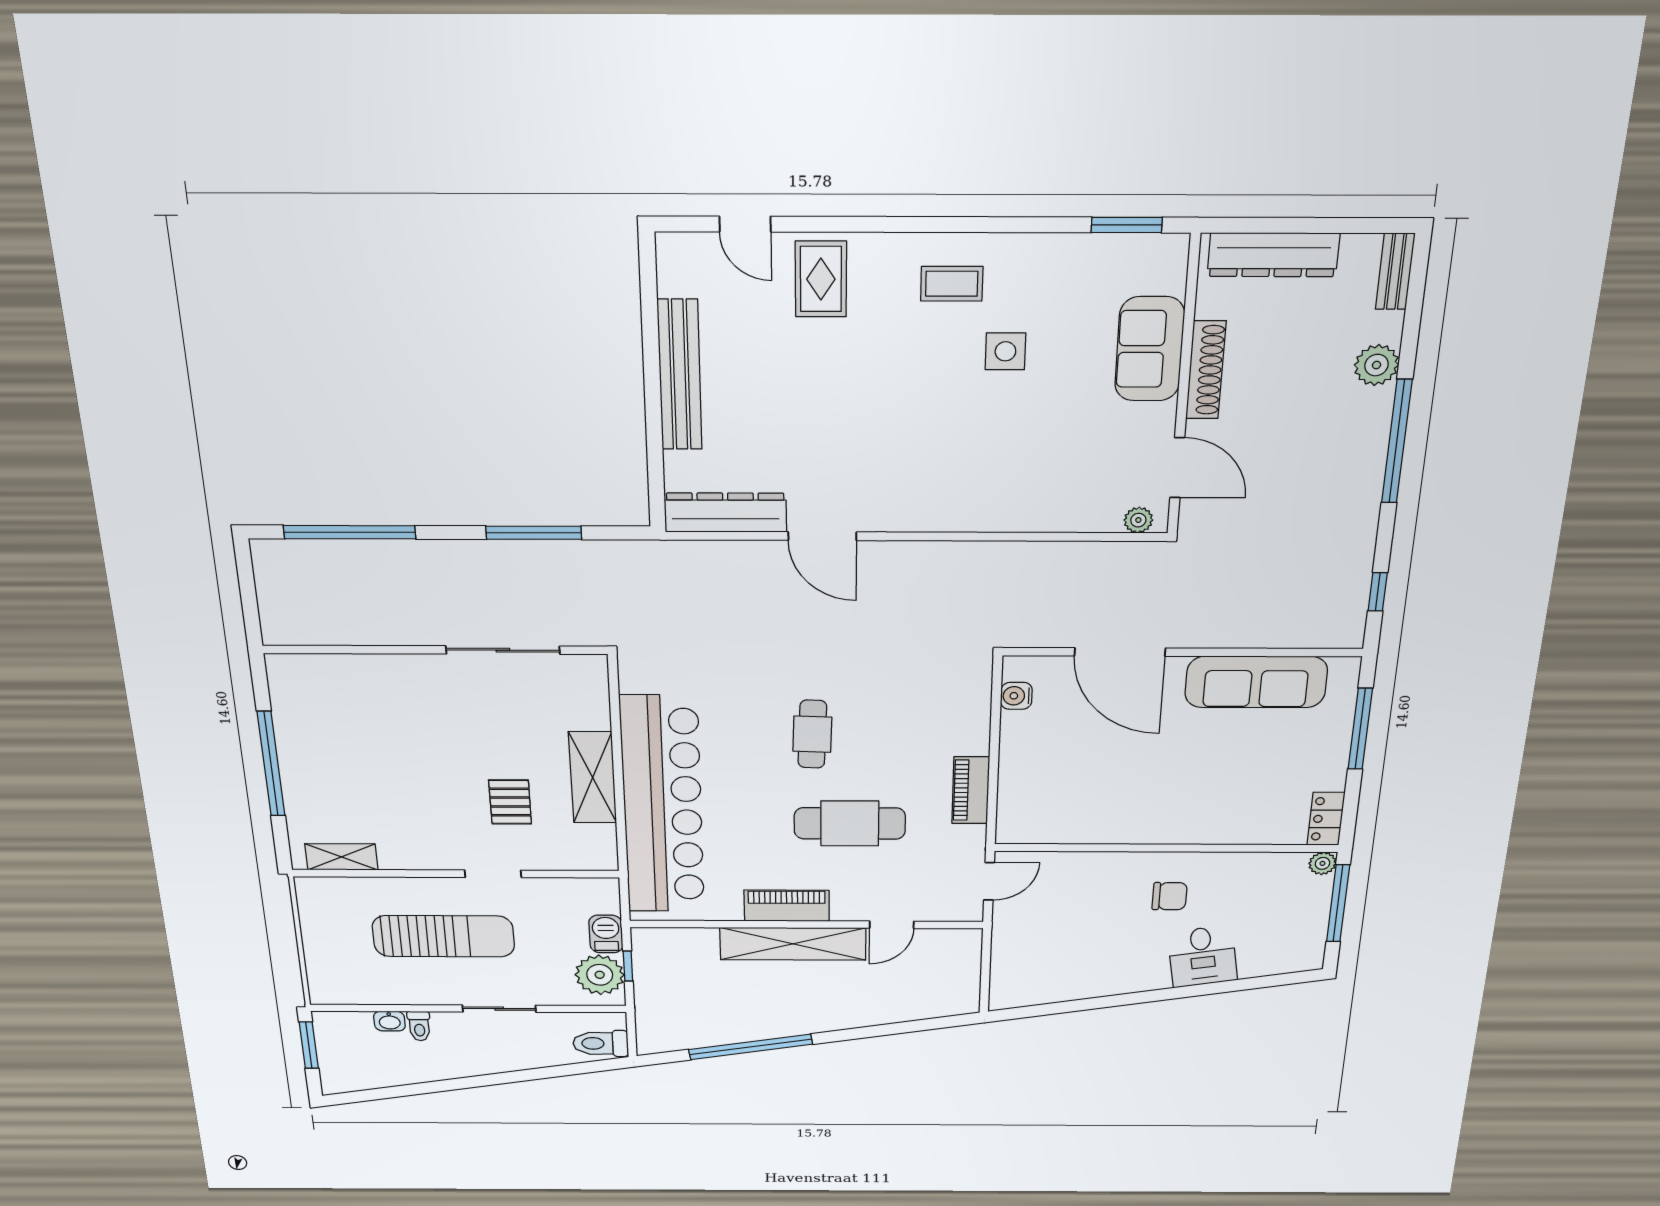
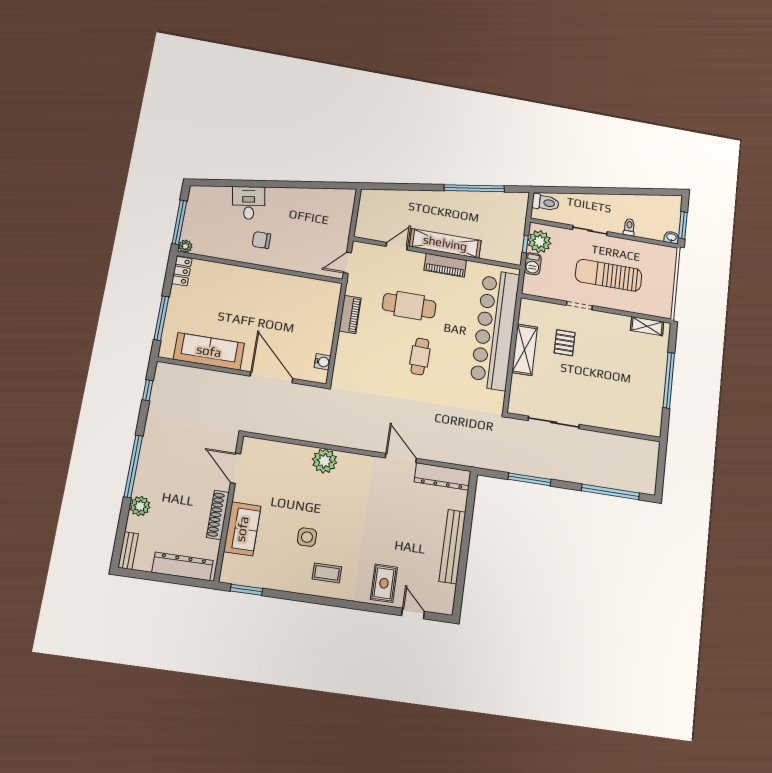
plant: (1138, 520) -> (325, 461), moved, width x1.88, depth x1.88
washbasin: (390, 1021) -> (671, 237), moved

